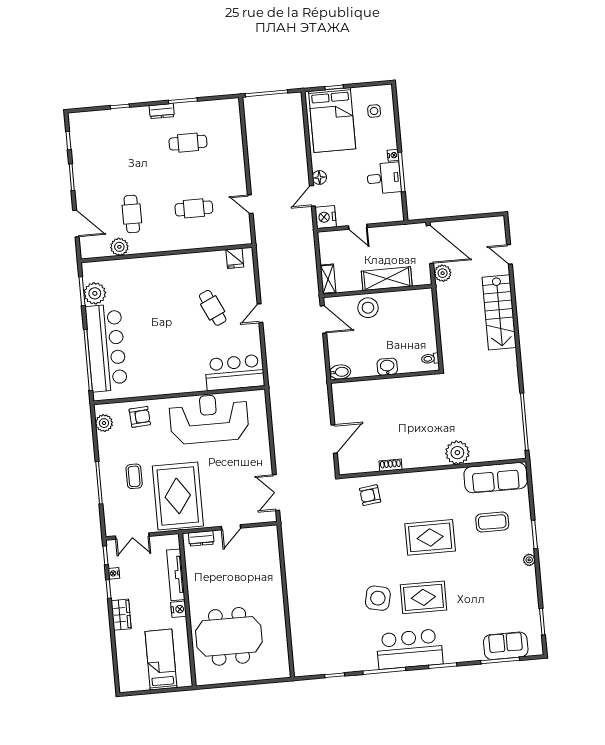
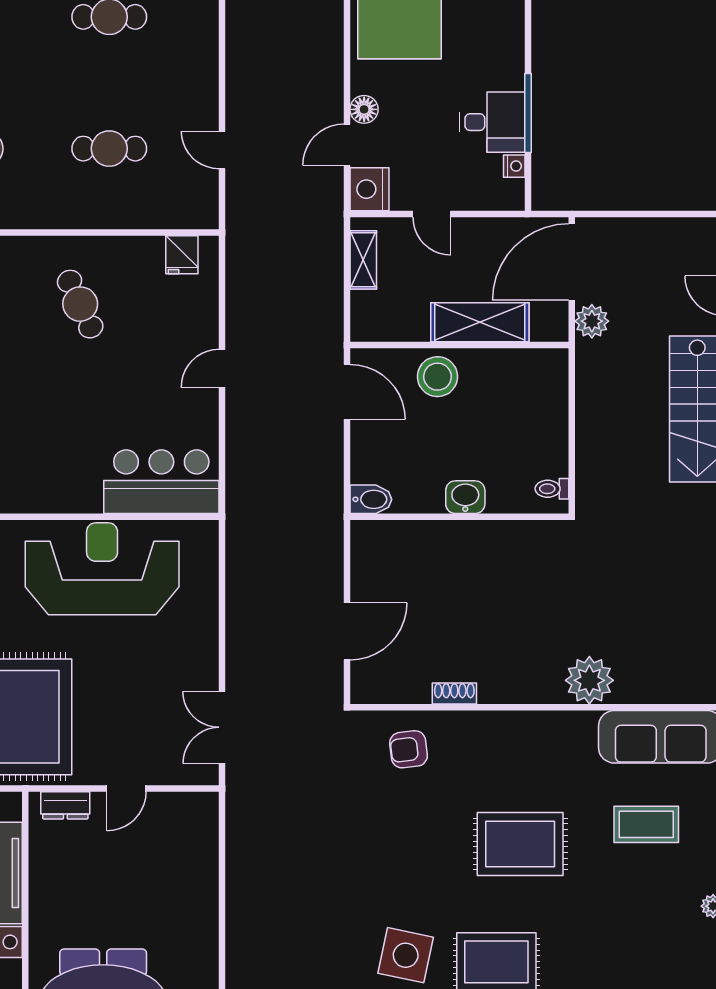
nightstand: (393, 155) -> (514, 166), moved
door: (430, 244) -> (572, 262), swing flipped
shelving: (328, 279) -> (363, 260), moved
cafe table: (213, 308) -> (80, 304), moved

